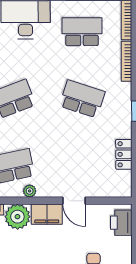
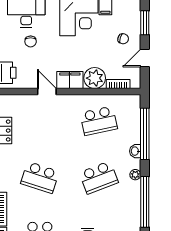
plant: (30, 191) -> (84, 100), removed

